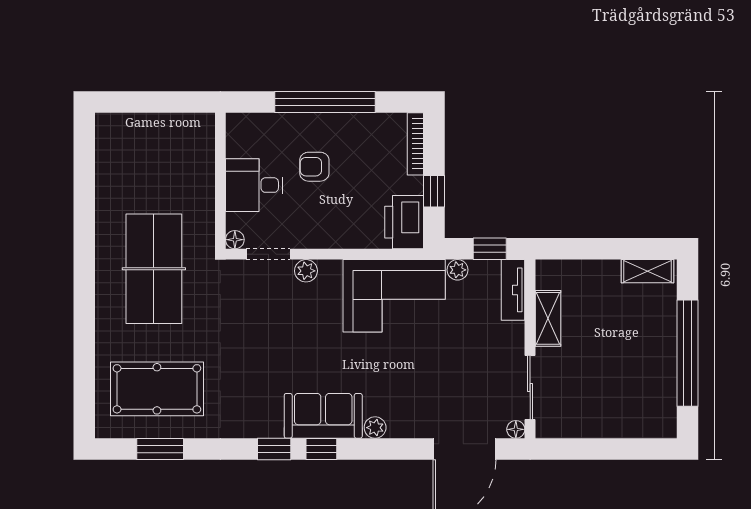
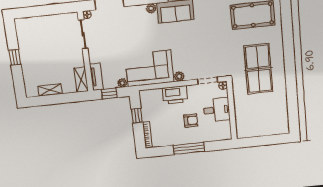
window: (325, 102) -> (189, 148), width x0.68
printer: (404, 222) -> (175, 95), moved, turned 90
plant: (306, 271) -> (179, 76), moved
shelving: (647, 271) -> (50, 90), moved
shelving: (548, 318) -> (81, 79), moved
window: (688, 353) -> (15, 57), width x0.32

